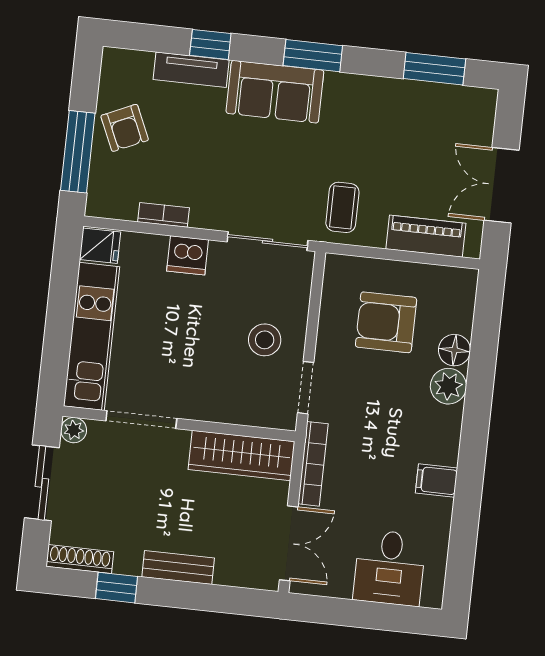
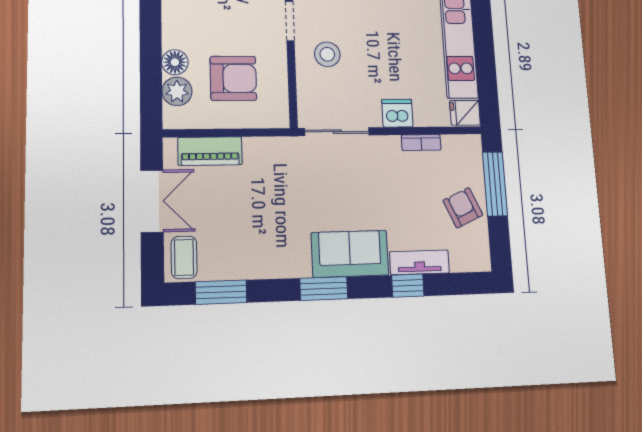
coffee table: (342, 207) -> (184, 257), moved
plant: (448, 386) -> (177, 91), moved

